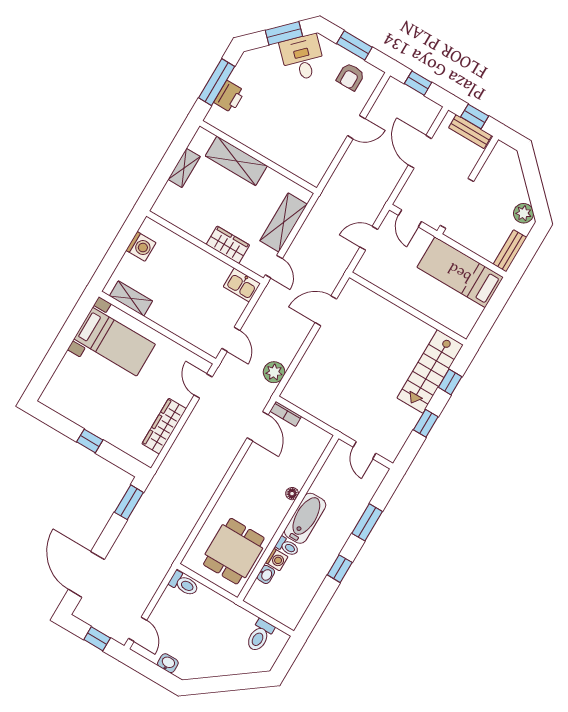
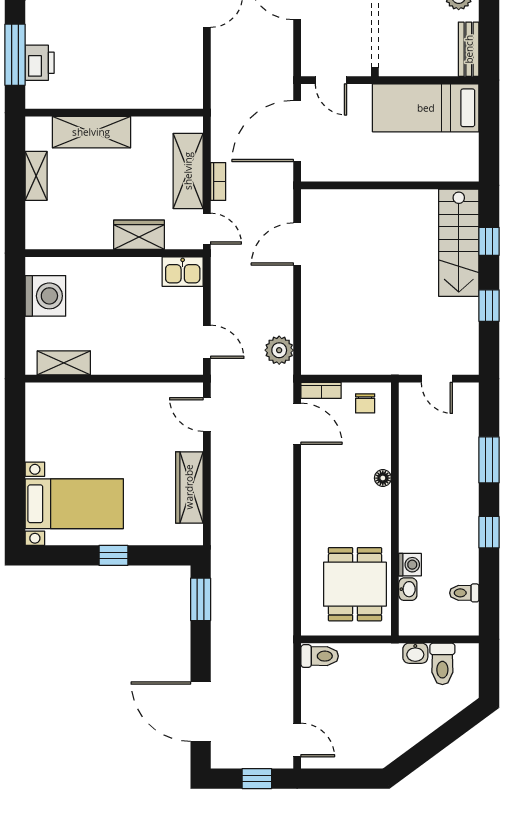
door: (369, 238) -> (297, 131), width x1.87
bookcase: (299, 241) -> (218, 181), added
washing machine: (141, 246) -> (45, 296), width x1.37, depth x1.37
bed with nightstands: (114, 342) -> (74, 504), moved
chair: (309, 439) -> (365, 403), added
bathtub: (305, 518) -> (415, 498), removed
toilet: (287, 547) -> (464, 593), moved, turned 180
washbasin: (168, 663) -> (415, 653), moved, turned 180

